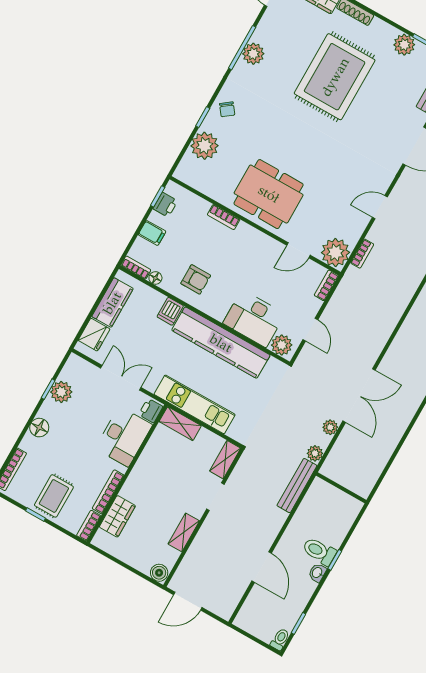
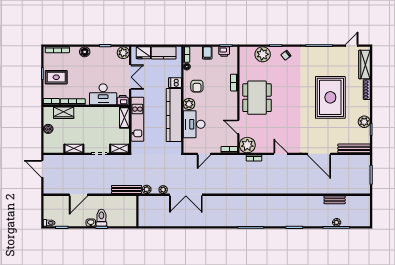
plant: (253, 54) -> (319, 53), removed
rug: (335, 77) -> (330, 97), turned 90
plant: (282, 345) -> (189, 104), moved
plant: (61, 392) -> (123, 53), moved
boiler: (159, 573) -> (48, 129), moved

